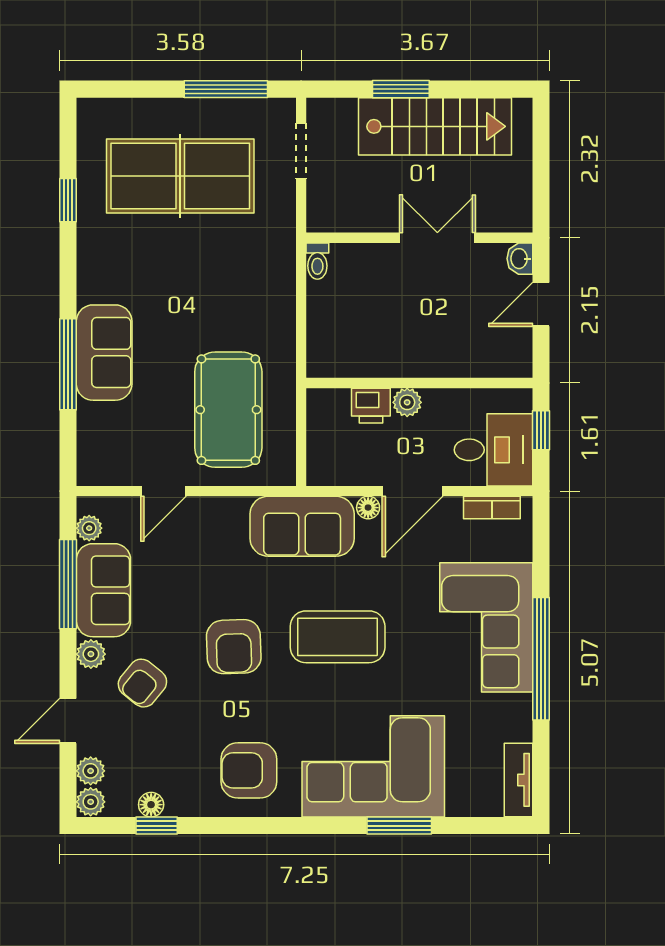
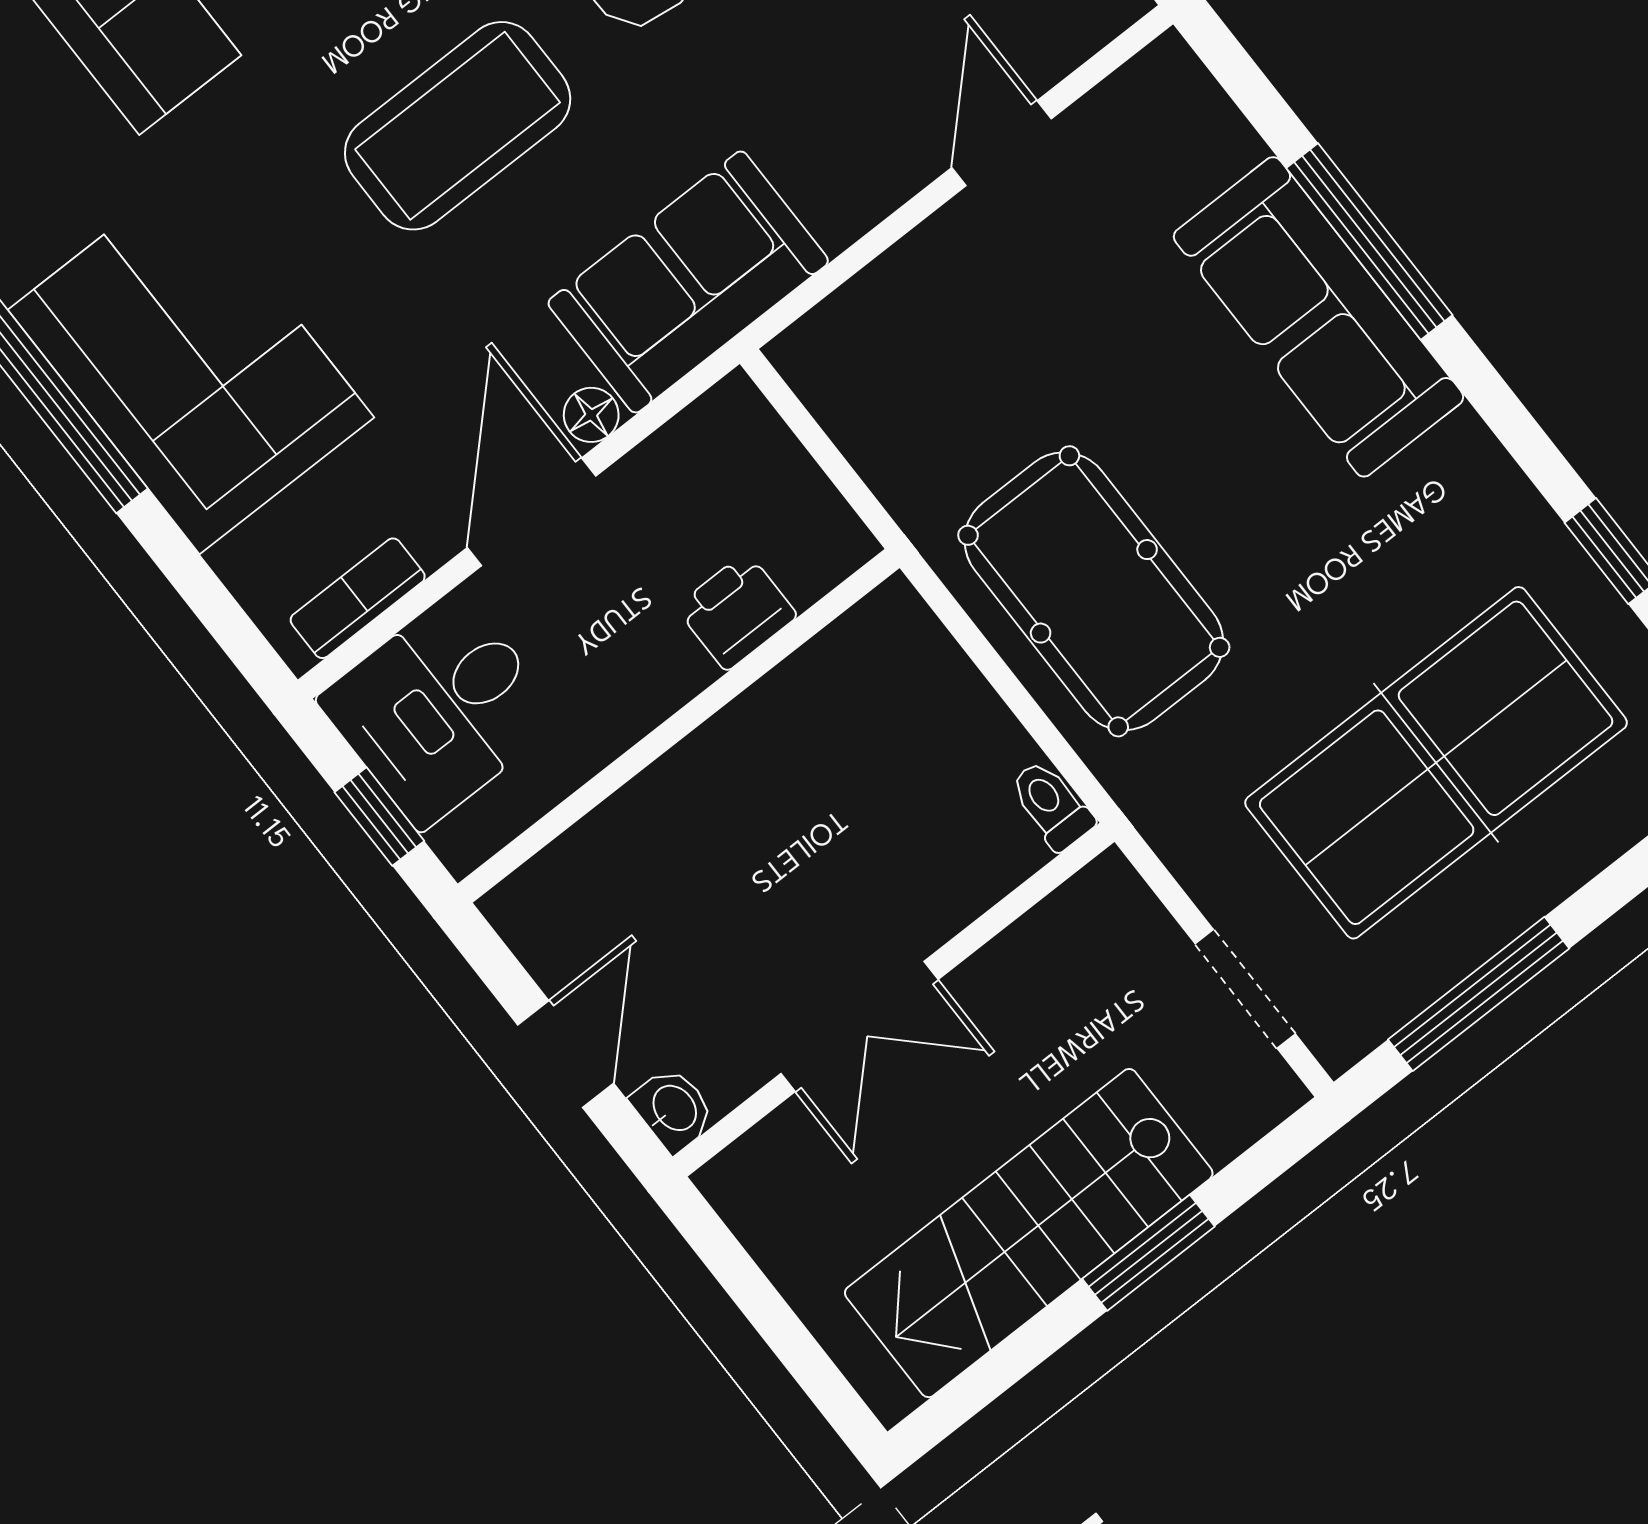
sofa: (104, 353) -> (1319, 317), width x1.36
plant: (407, 402) -> (673, 671), removed
pool table: (228, 410) -> (1094, 591), moved

